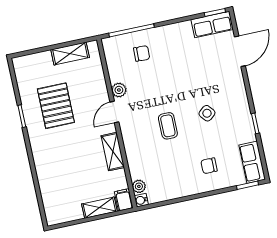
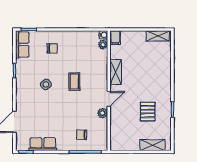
row of seats: (212, 24) -> (43, 144), moved
shelving: (70, 54) -> (152, 145), moved
pallet: (56, 106) -> (148, 112), width x0.67, depth x0.71
shelving: (99, 208) -> (158, 36), moved

